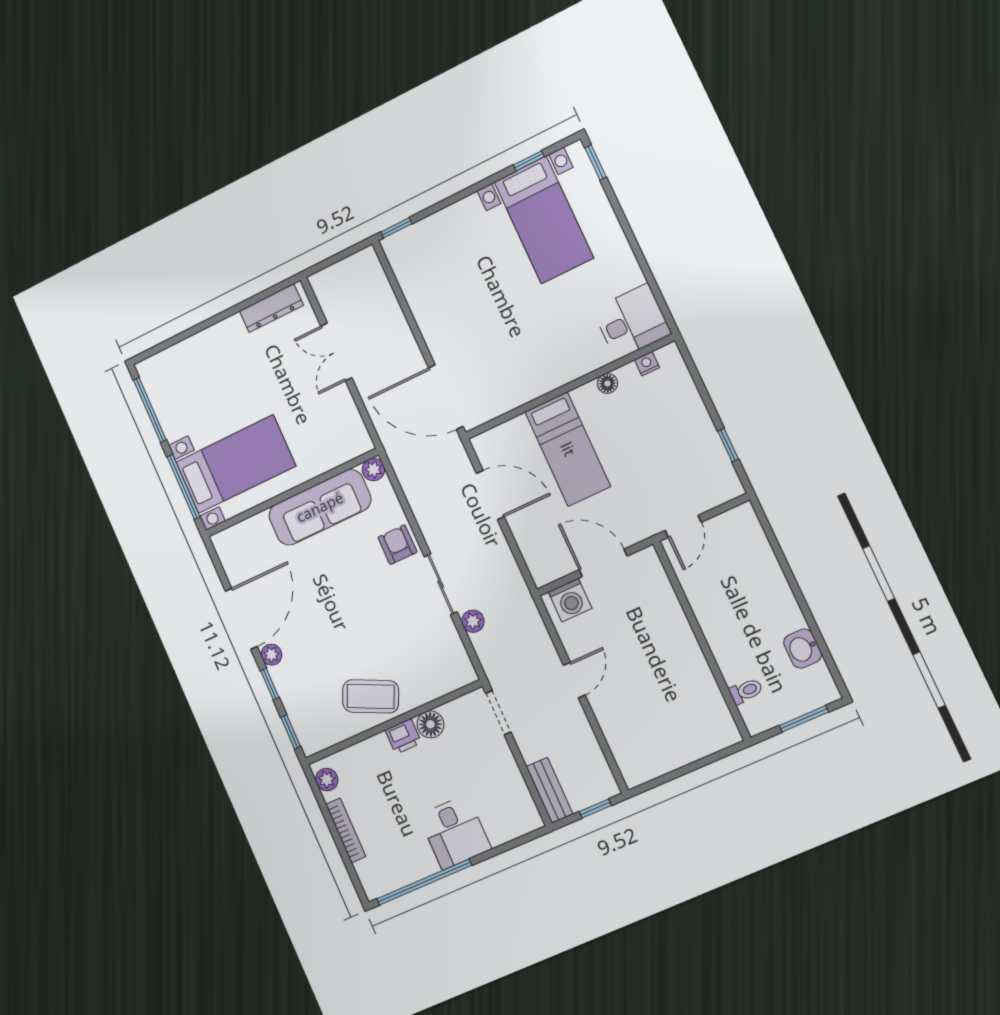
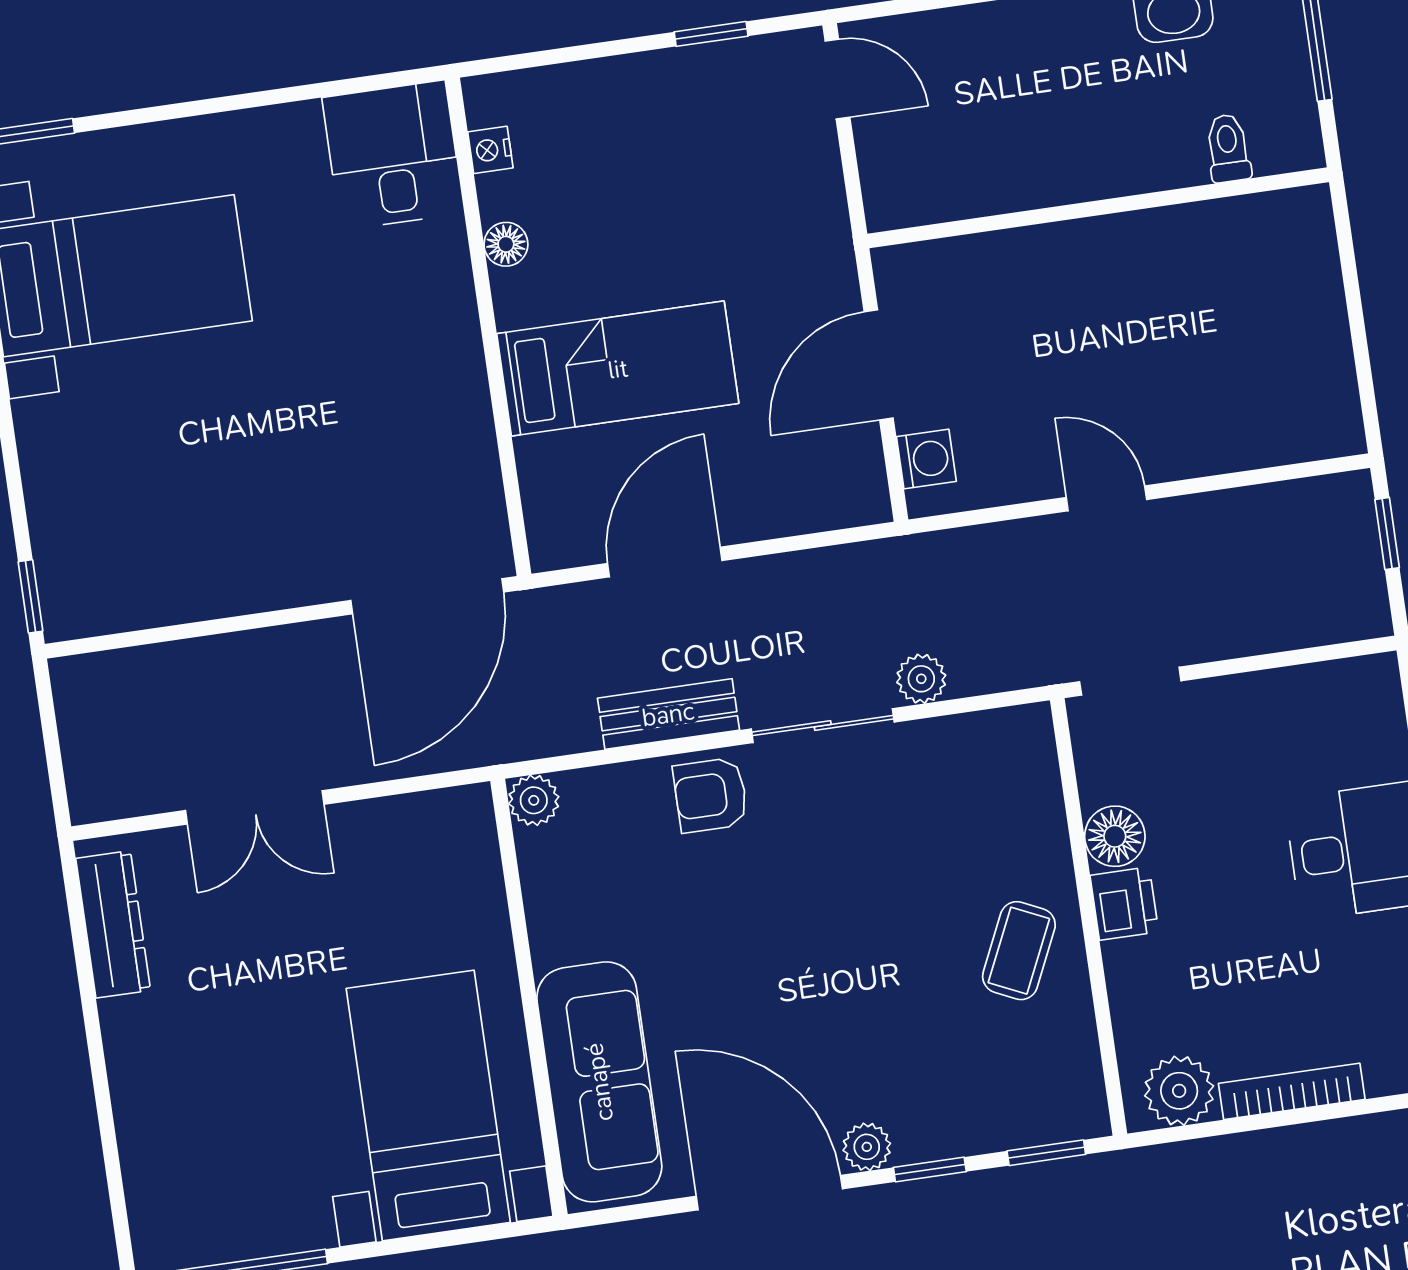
window: (184, 487) -> (442, 1240), removed
sofa: (320, 507) -> (599, 1082), moved
door: (683, 526) -> (837, 79), moved
washing machine: (570, 600) -> (926, 459), width x0.73, depth x0.73
coffee table: (371, 696) -> (1019, 951), width x0.73, depth x0.77
plant: (327, 780) -> (1179, 1091), width x1.38, depth x1.38
bench: (550, 790) -> (668, 714), moved

